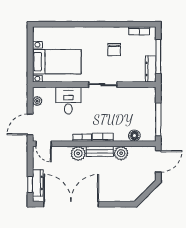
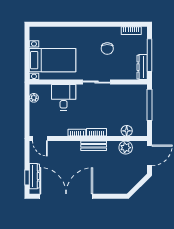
window: (158, 119) -> (149, 105), moved
door: (30, 124) -> (27, 120), removed
plant: (78, 153) -> (73, 148), removed
plant: (121, 153) -> (126, 148), moved

